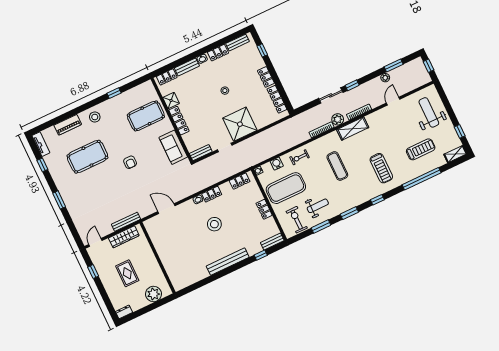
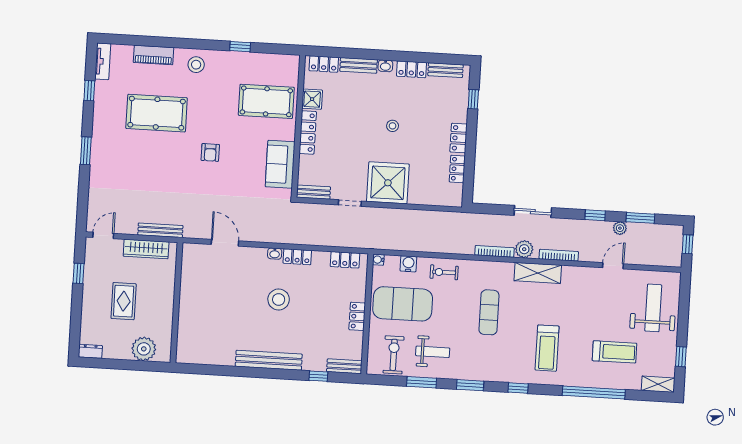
window: (352, 85) -> (595, 215), moved
locker: (277, 99) -> (457, 169), width x0.66

